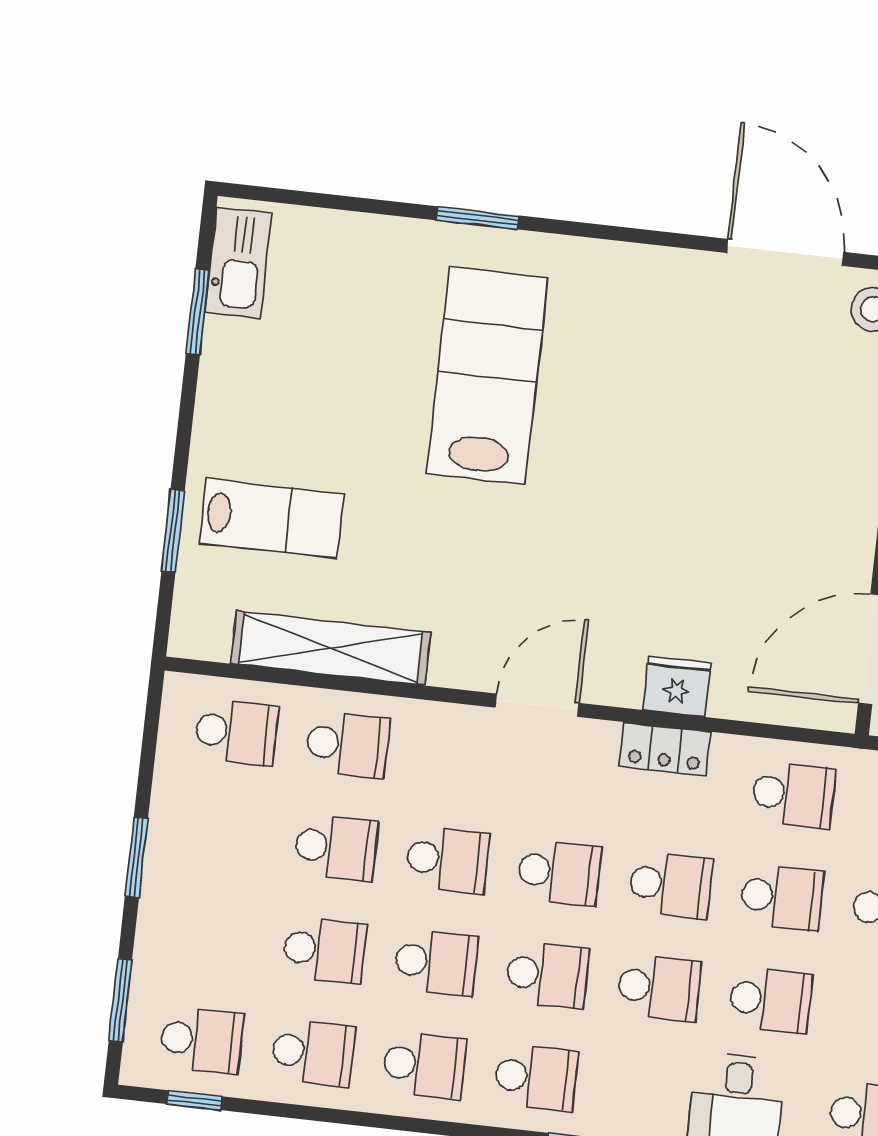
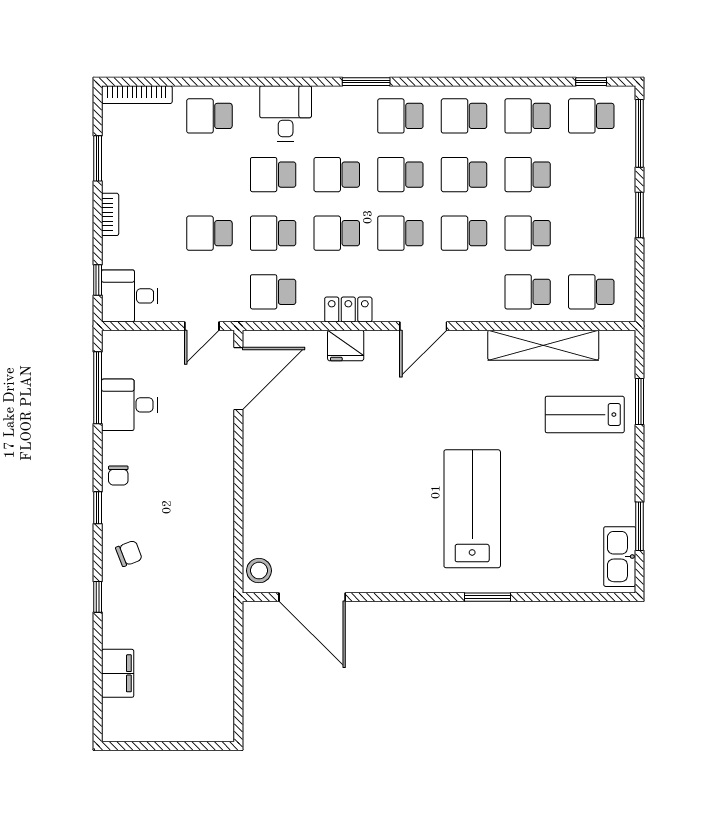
lab bench: (487, 376) -> (472, 509), turned 180
window: (120, 1000) -> (639, 133), width x1.44

